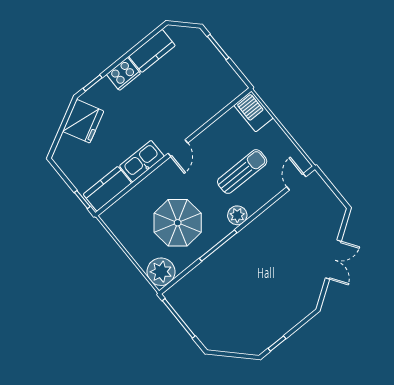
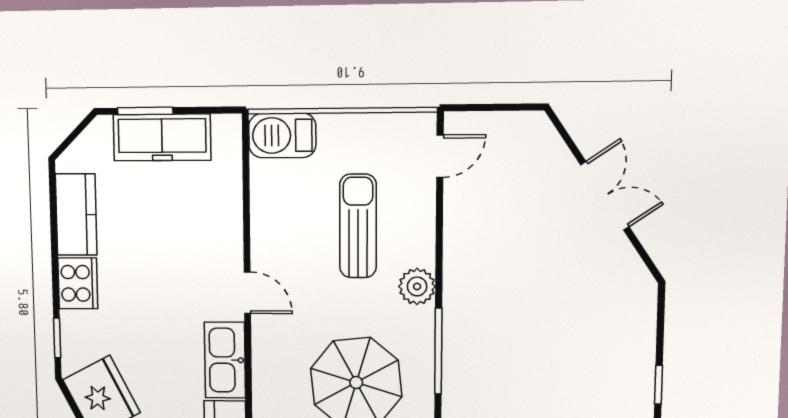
freezer: (213, 62) -> (162, 137), added
door: (296, 182) -> (440, 156), swing flipped

